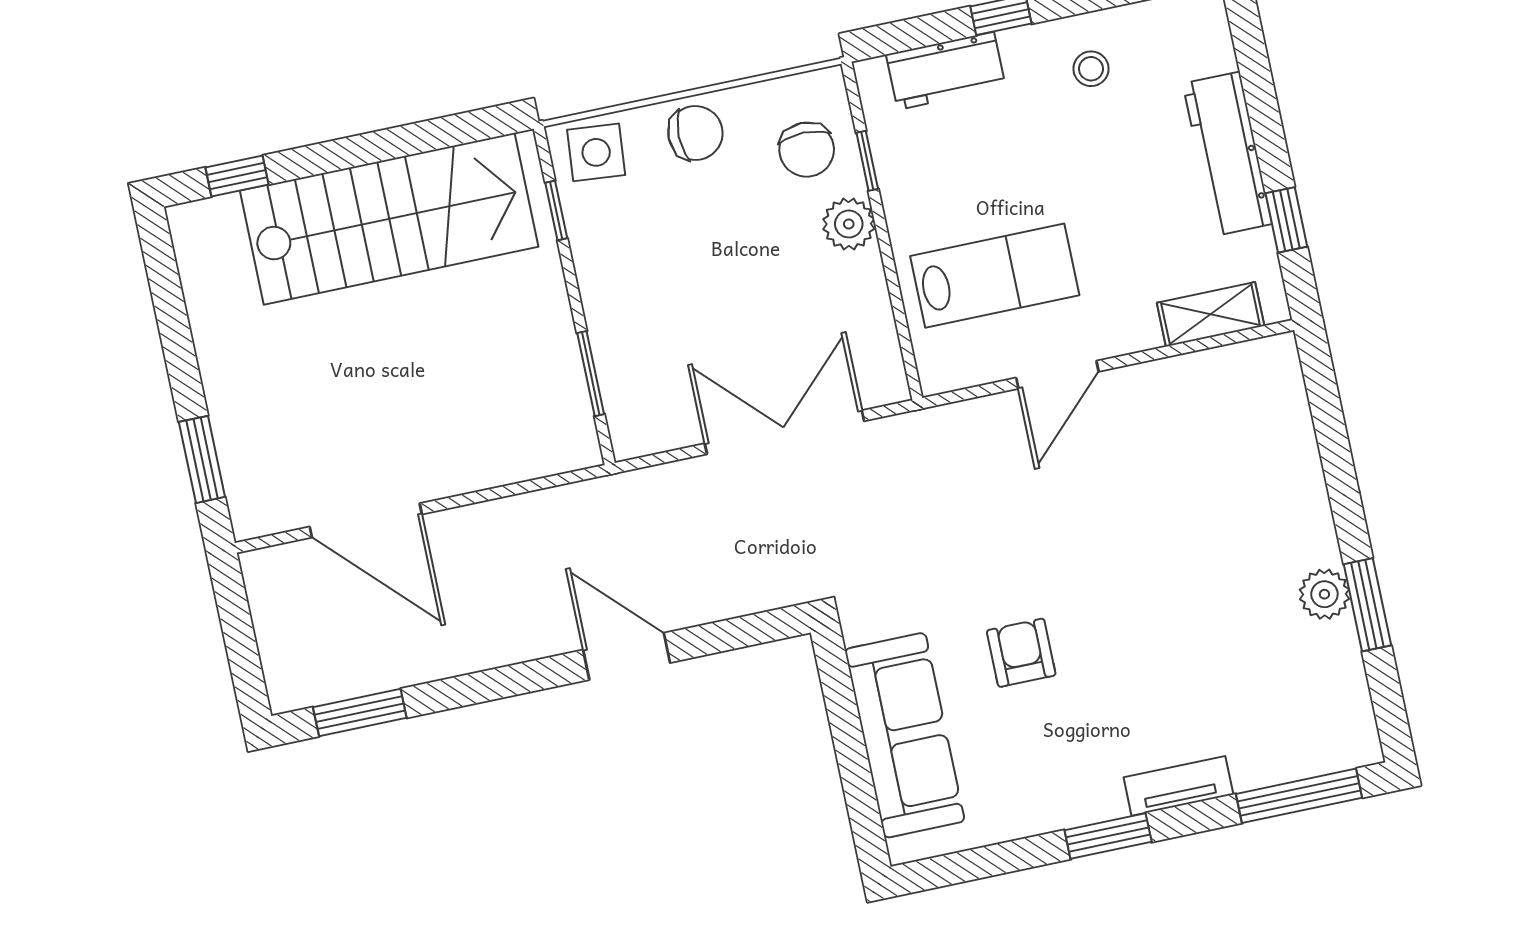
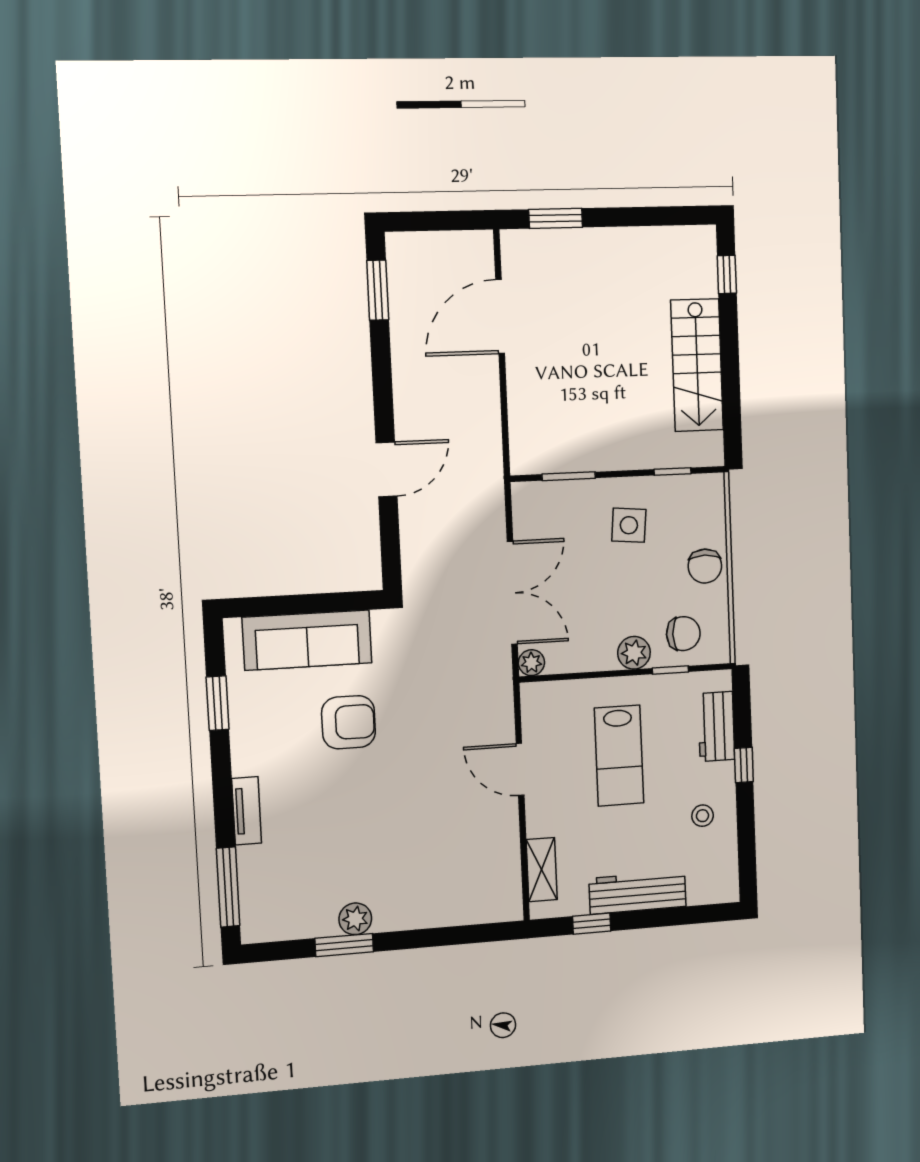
chair: (807, 150) -> (683, 634), turned 180
side table: (596, 152) -> (629, 525), moved
stairs: (389, 219) -> (697, 365), width x0.73, depth x0.66
lab bench: (995, 276) -> (619, 756), moved
plant: (888, 384) -> (531, 663), added
armchair: (1021, 653) -> (349, 722), width x1.38, depth x1.38
window: (1108, 836) -> (218, 703), moved

